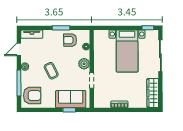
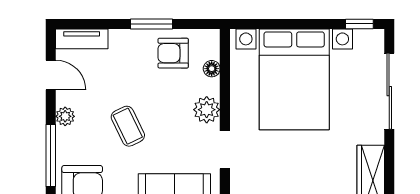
door: (19, 49) -> (51, 75), swing flipped
bed with nightstands: (127, 51) -> (294, 79), width x1.36

